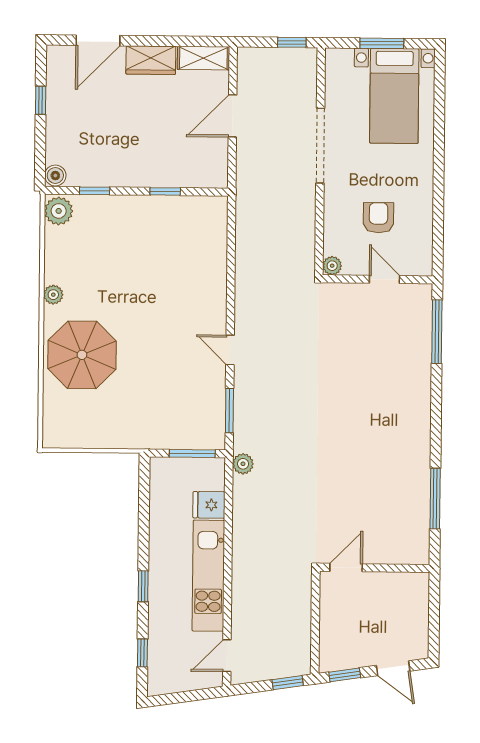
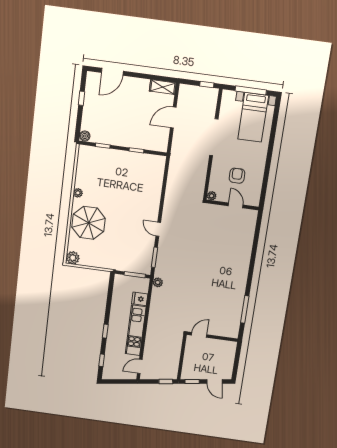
window: (382, 43) -> (251, 90), width x1.44
wardrobe: (151, 60) -> (137, 85), removed
plant: (59, 211) -> (73, 258), moved
window: (437, 332) -> (257, 233), removed

